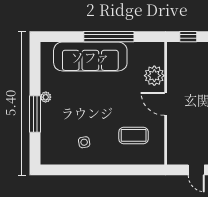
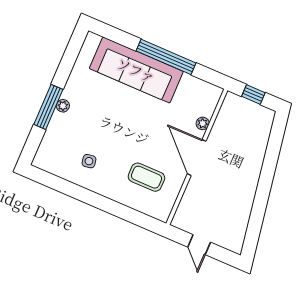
plant: (154, 76) -> (203, 123), width x0.53, depth x0.53
plant: (46, 97) -> (63, 106), moved
door: (166, 104) -> (197, 158), width x1.36

